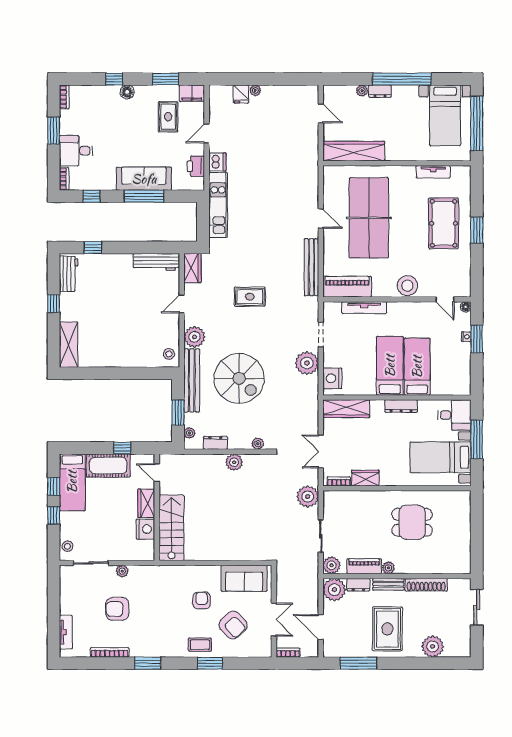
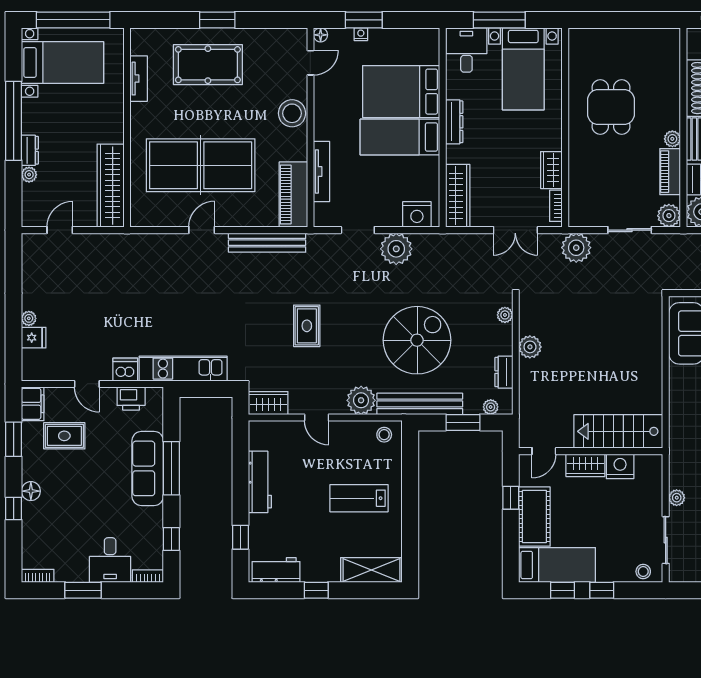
workbench: (156, 262) -> (260, 482), moved
lab bench: (122, 335) -> (359, 498), added
bed: (417, 367) -> (401, 92), width x1.50

